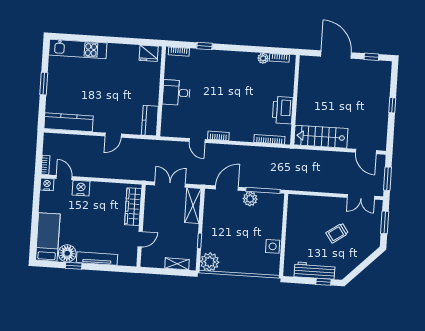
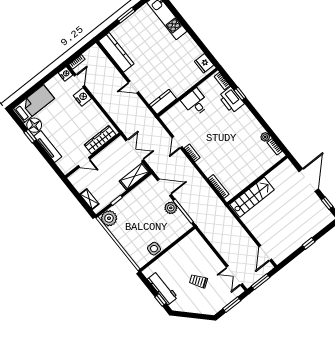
printer: (283, 110) -> (231, 100), moved, turned -90
stairs: (321, 137) -> (252, 197), moved, turned 90

